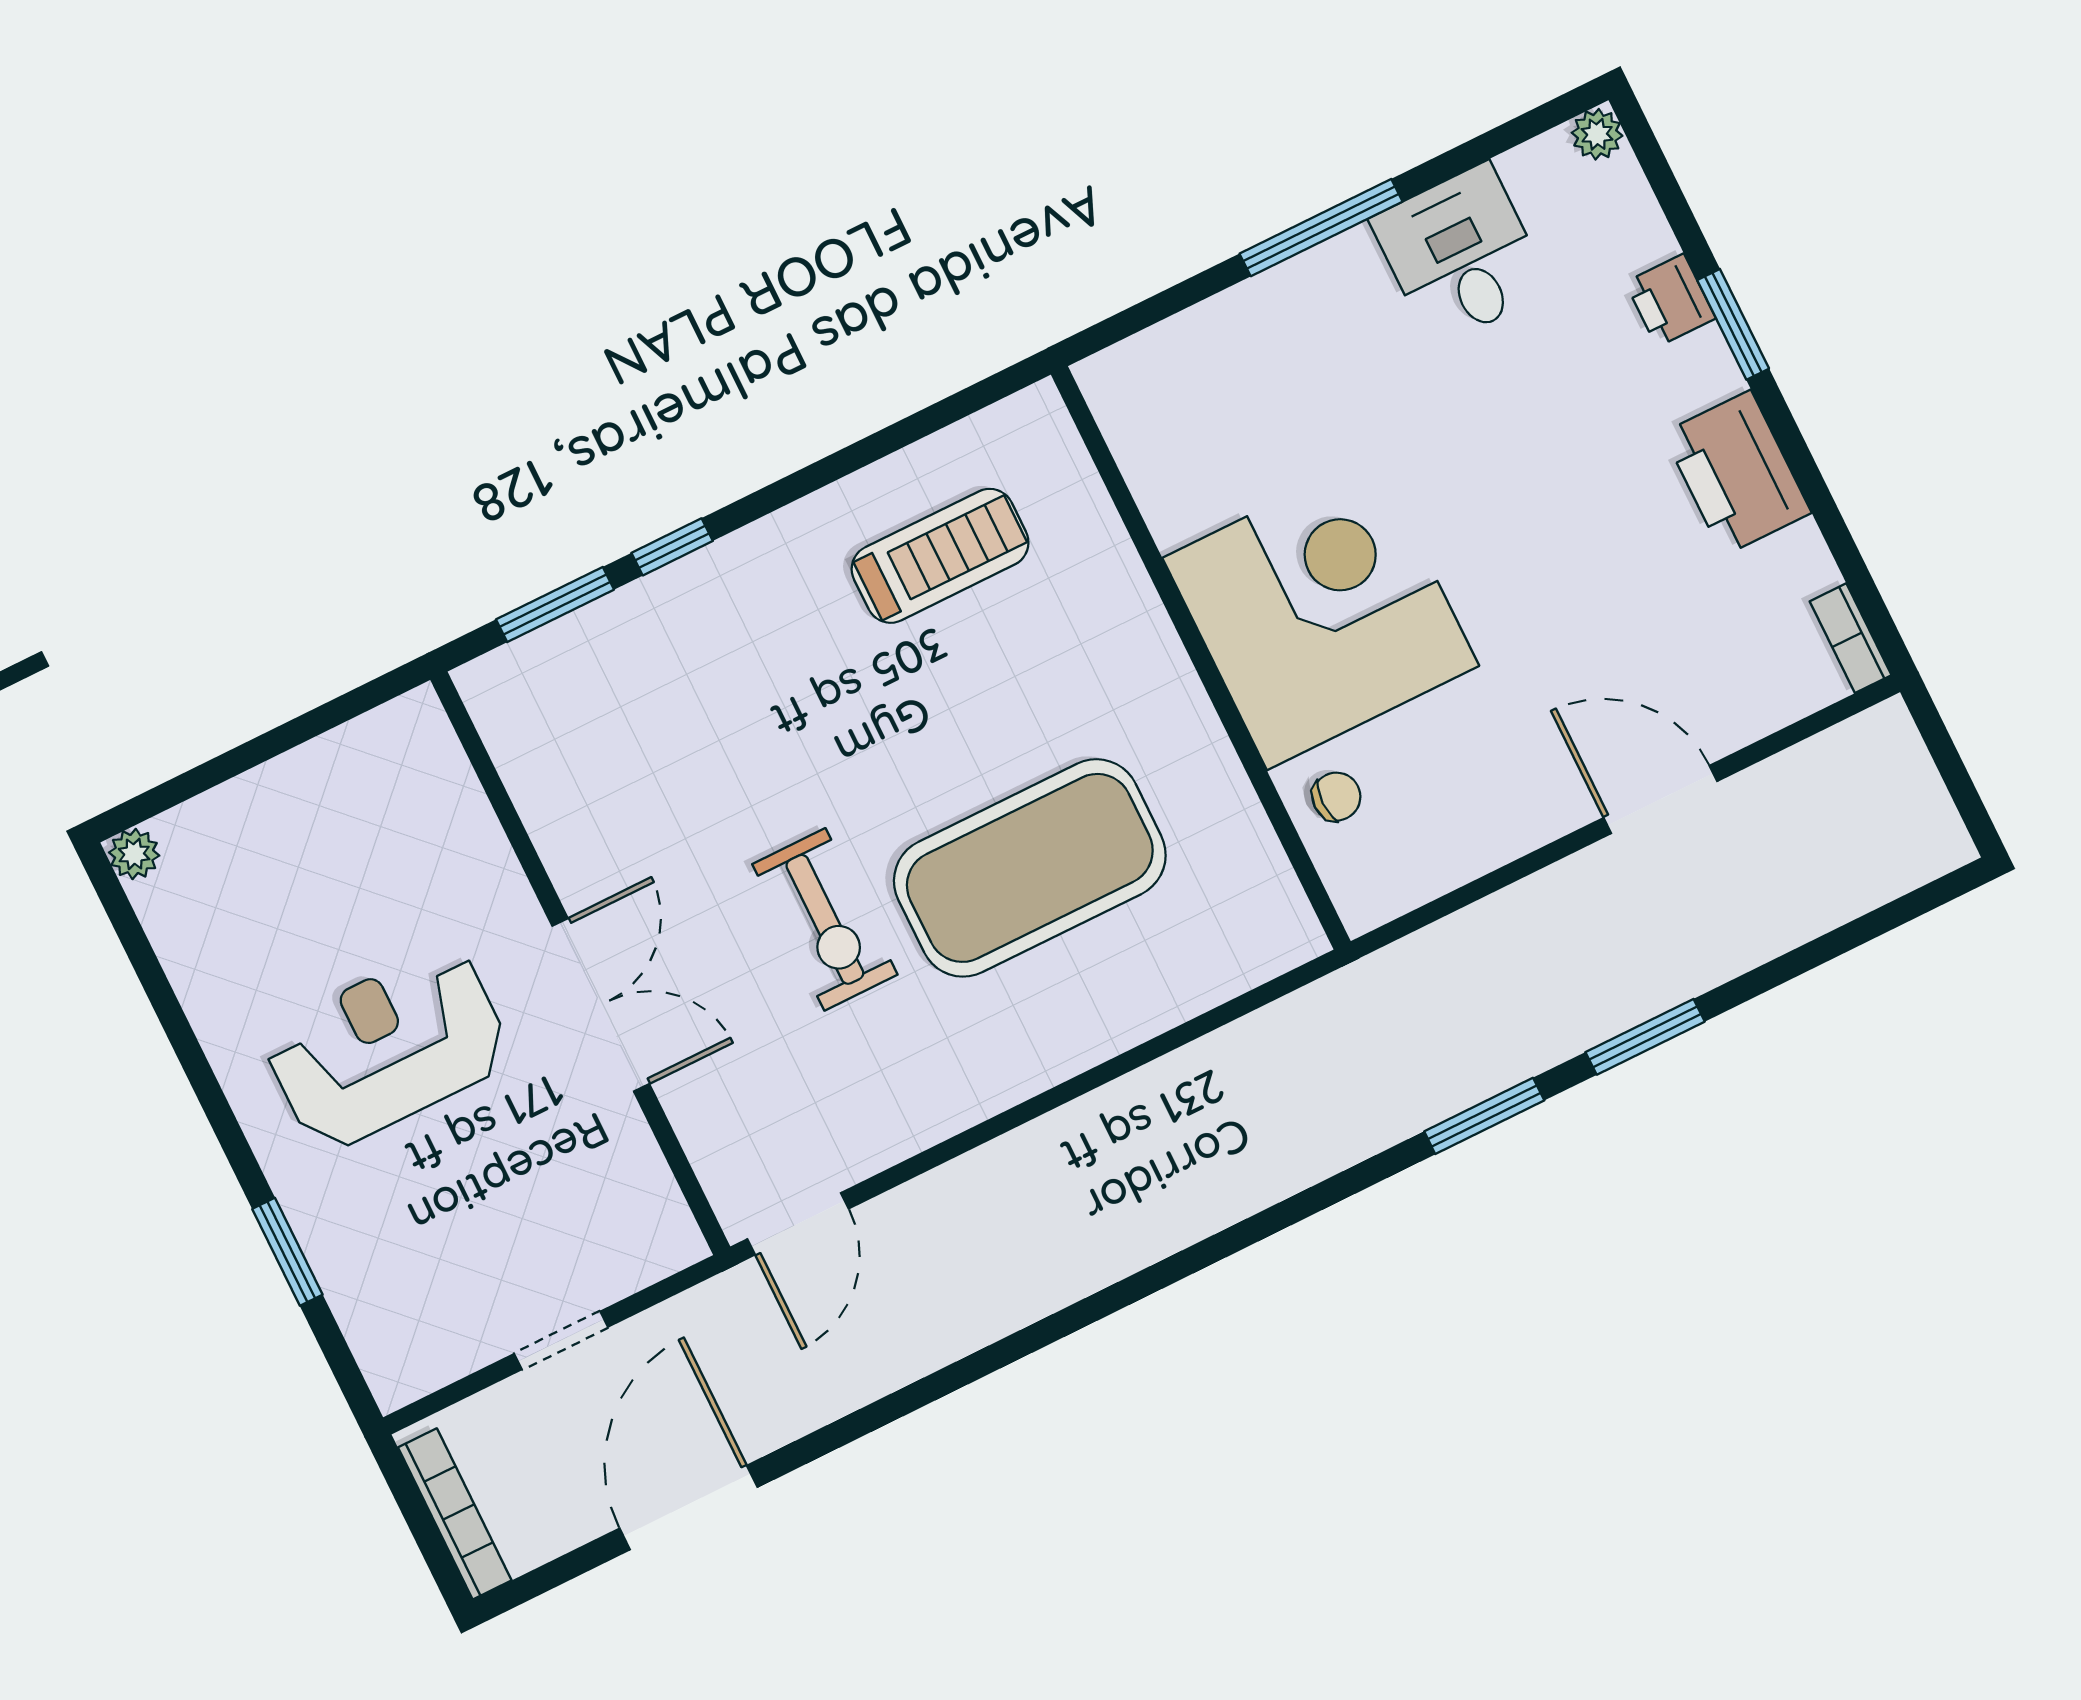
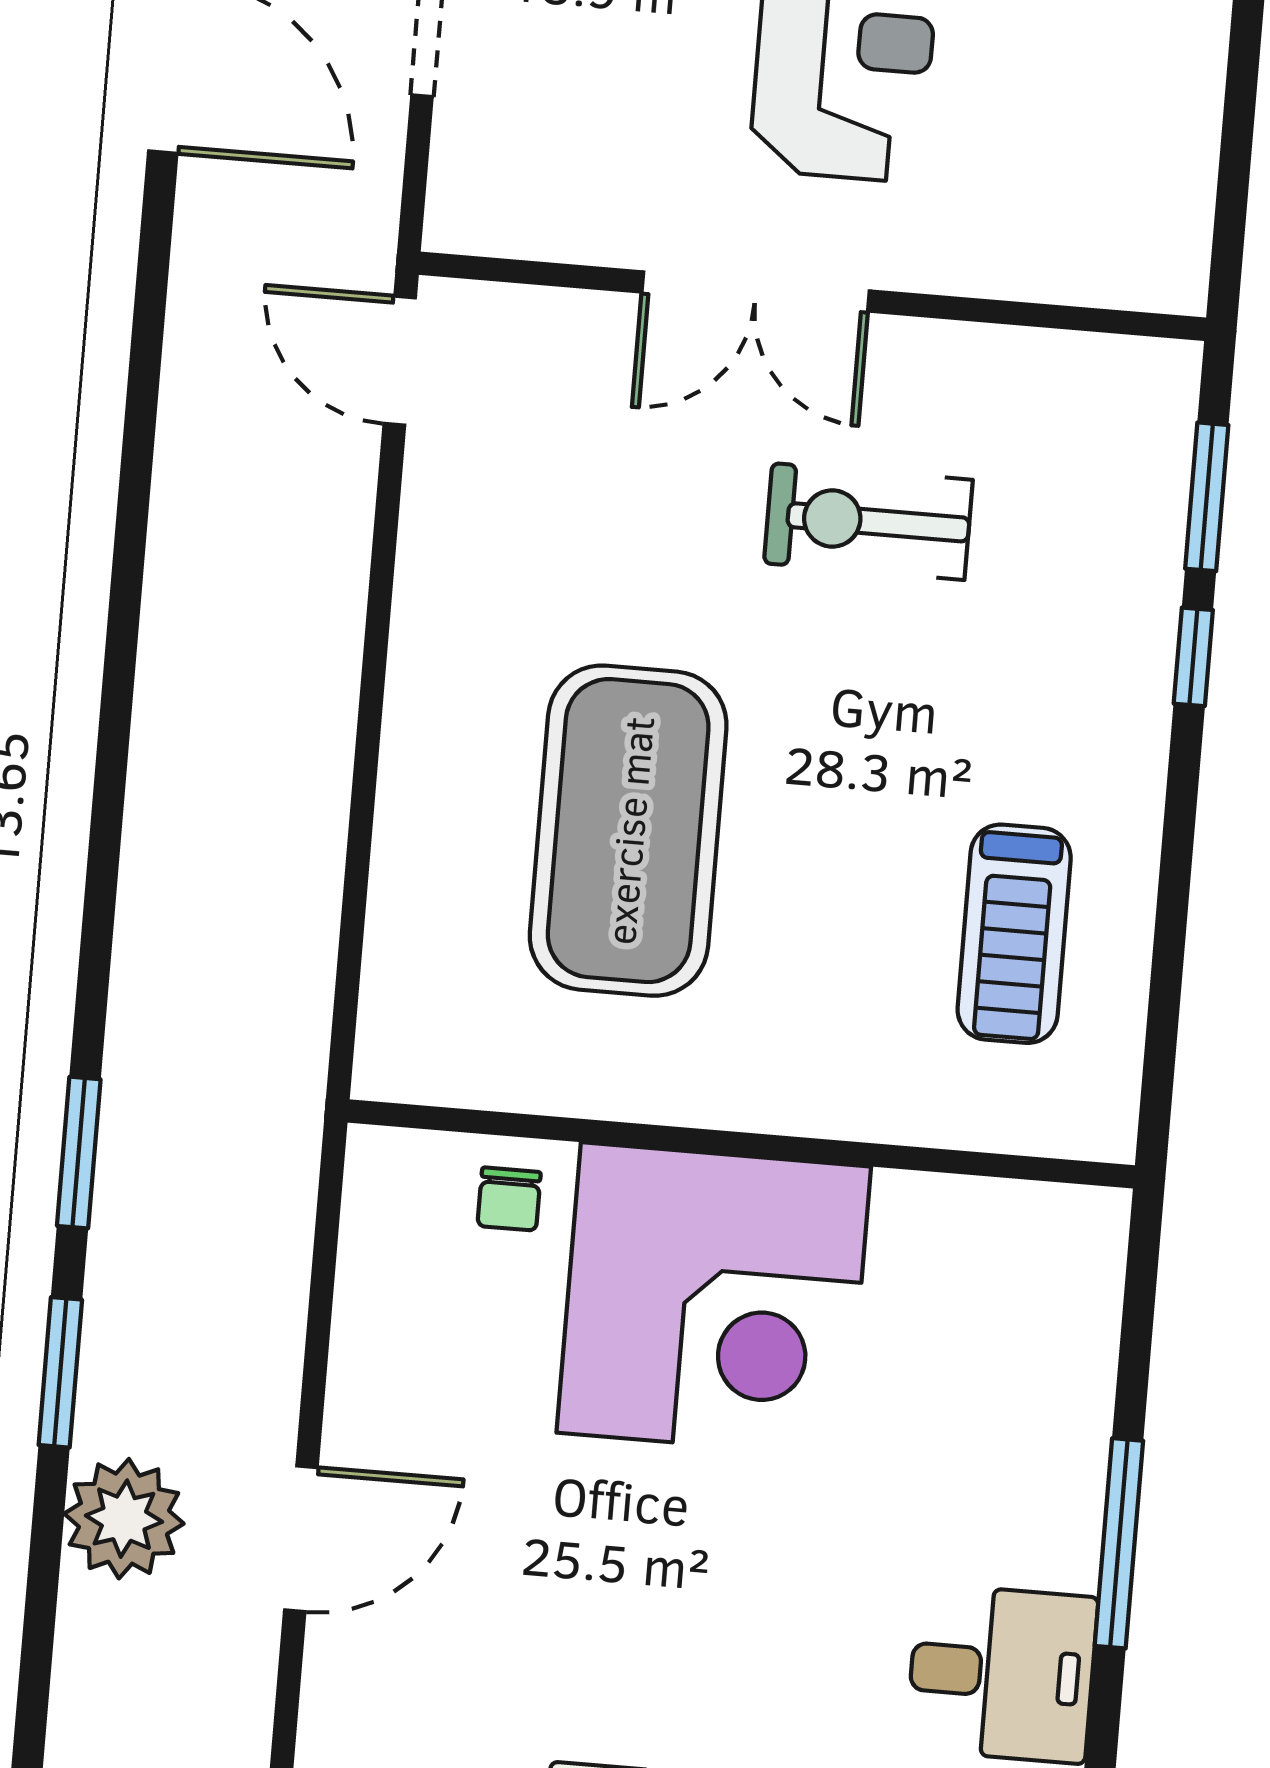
exercise bike: (825, 919) -> (868, 522), moved
plant: (1720, 931) -> (124, 1519), added

